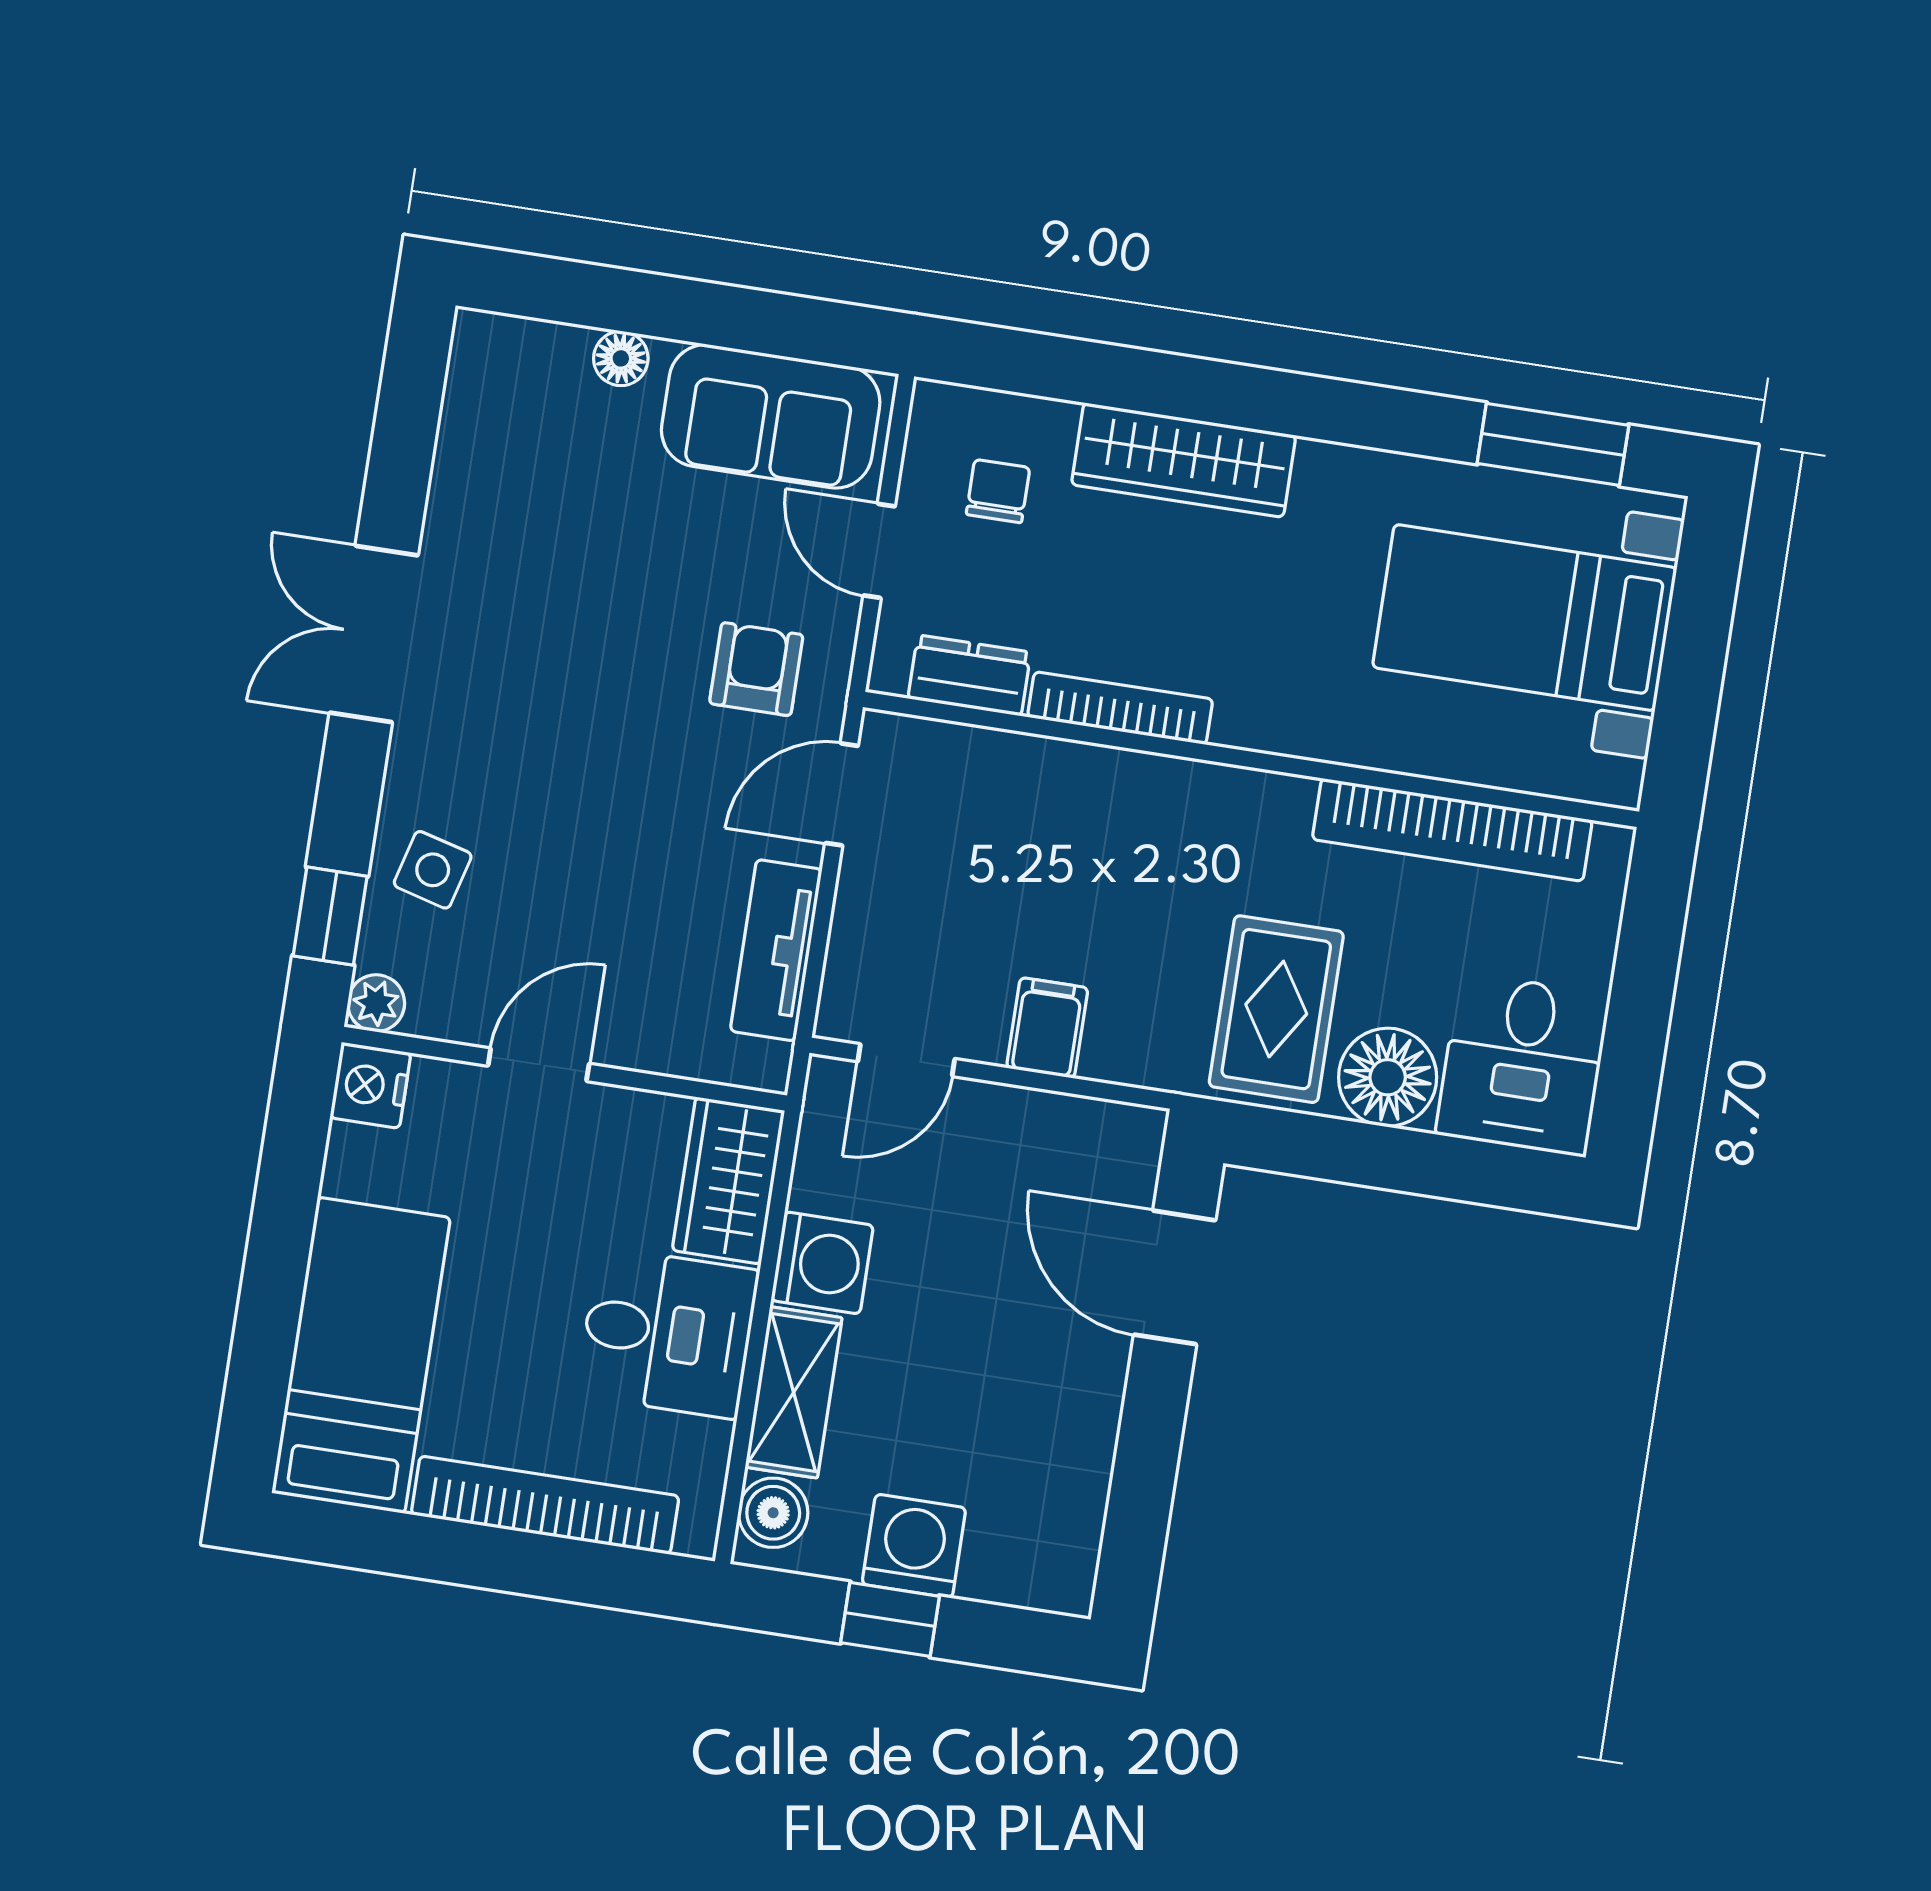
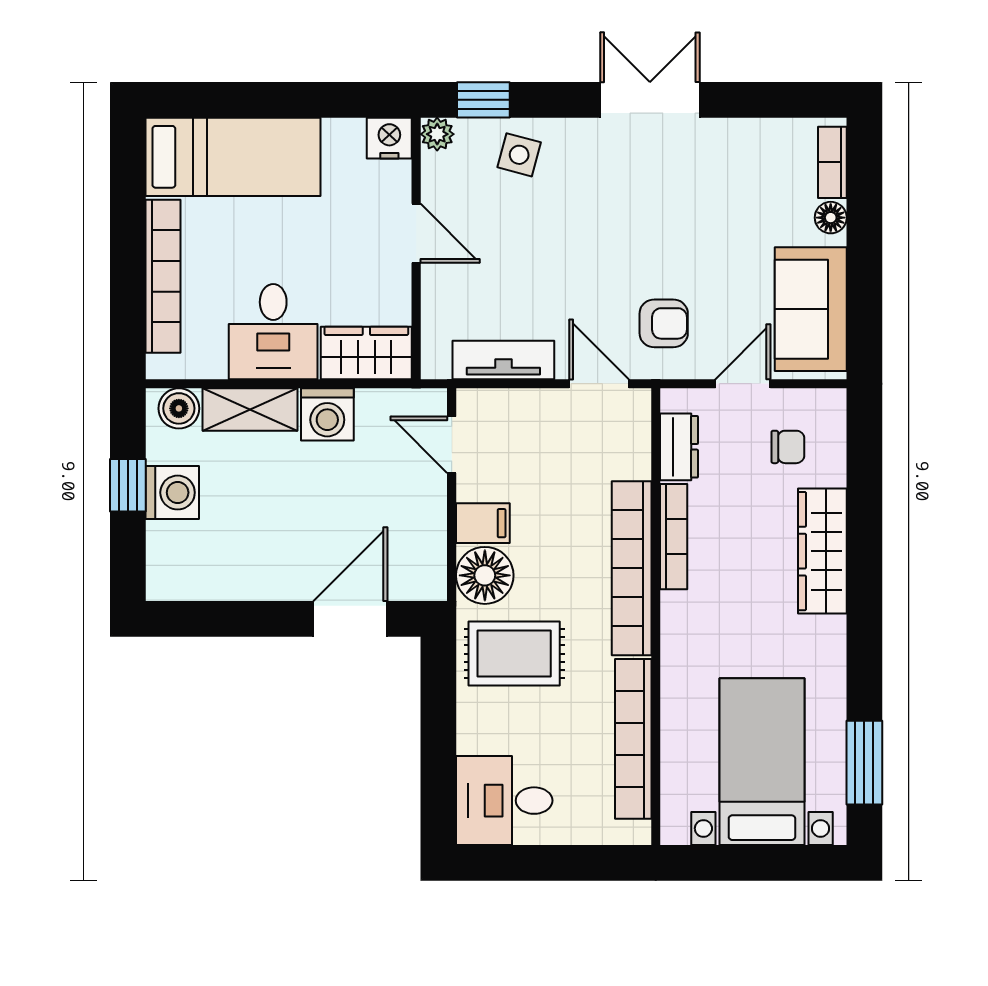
bookcase: (528, 341) -> (832, 162), added
bookcase: (1163, 788) -> (632, 568), added
floor lamp: (1388, 1077) -> (485, 575), moved

